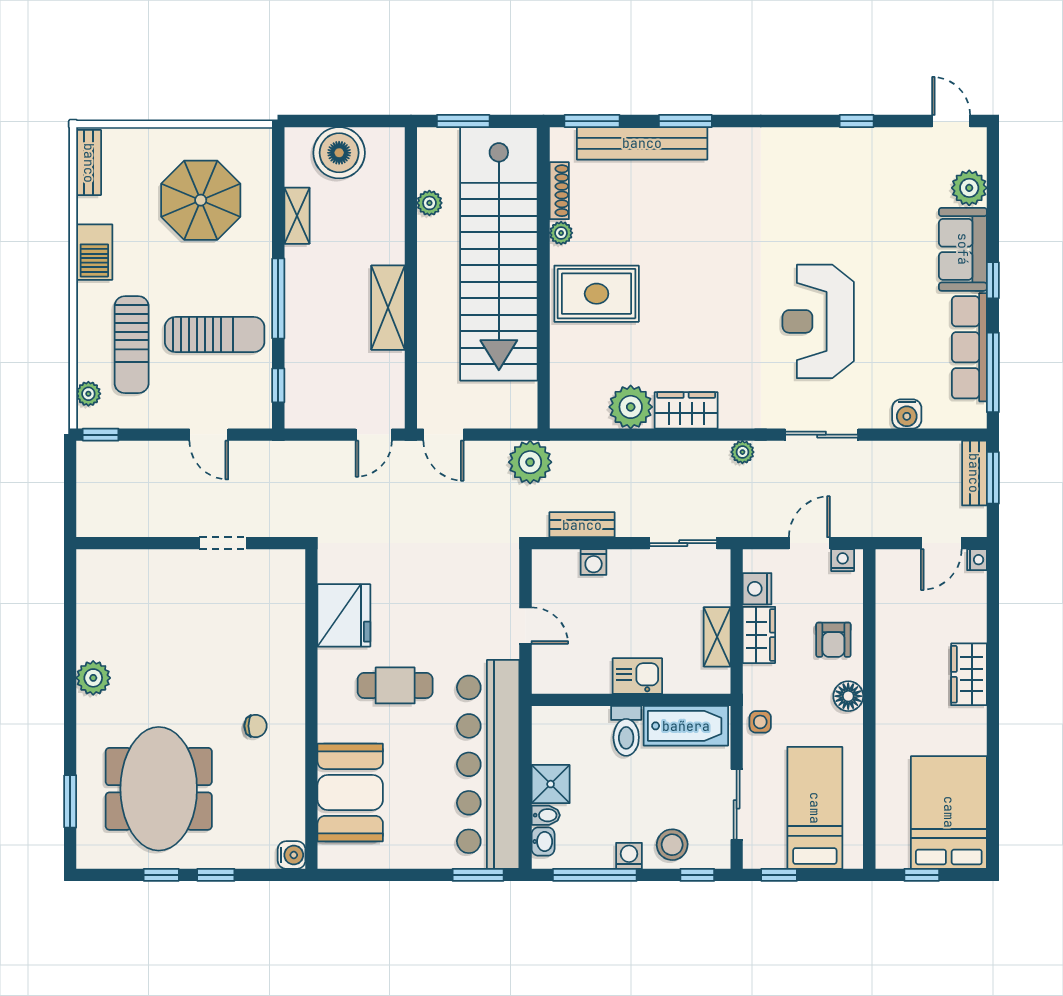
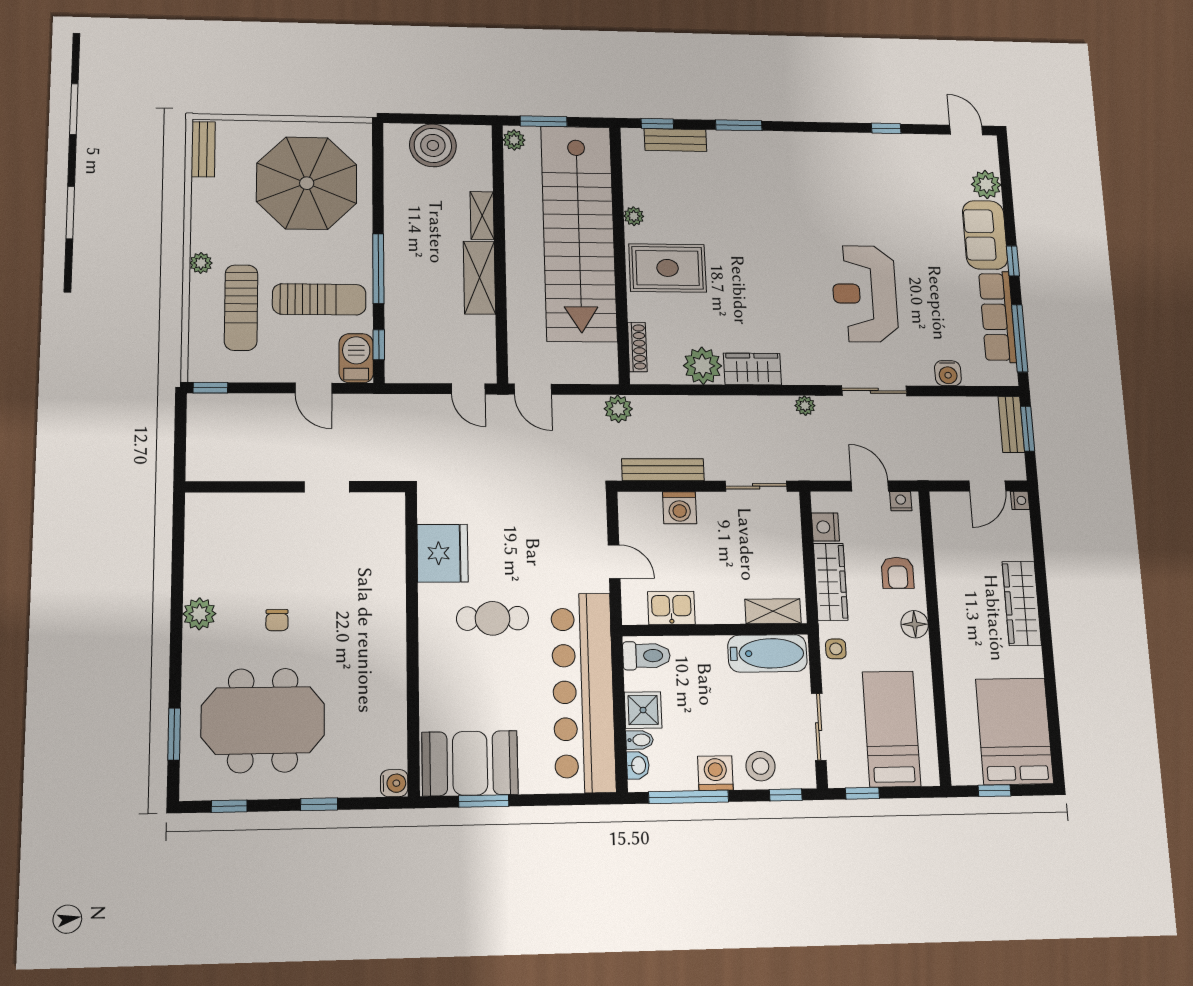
window: (592, 121) -> (657, 124), width x0.67
bench: (642, 143) -> (675, 140), width x0.54, depth x0.82
shoe rack: (559, 191) -> (637, 347), moved
parasol: (201, 200) -> (307, 183), width x1.36, depth x1.36
plant: (429, 203) -> (514, 140), moved
shelving: (297, 216) -> (482, 215), moved
barbecue: (94, 252) -> (356, 358), moved, turned 180
plant: (88, 394) -> (201, 263), moved
door: (374, 435) -> (468, 389), hinge flipped
plant: (530, 462) -> (618, 409), width x0.73, depth x0.73
bench: (582, 525) -> (663, 470), width x1.36
door: (809, 543) -> (870, 486), hinge flipped
washing machine: (594, 562) -> (680, 508), width x1.38, depth x1.38
wardrobe: (759, 635) -> (830, 582), width x1.50
shelving: (717, 637) -> (773, 611), moved, turned 90
wardrobe: (969, 674) -> (1022, 603), width x1.50
kitchen sink: (637, 676) -> (671, 608), moved
chair: (256, 726) -> (277, 620), moved, turned 90
toilet: (626, 731) -> (647, 656), moved, turned -90
meeting table: (159, 789) -> (263, 720), turned 90
booth: (350, 792) -> (470, 763), moved, turned 90
washing machine: (629, 856) -> (715, 773), width x1.38, depth x1.38
window: (161, 875) -> (229, 806), moved
window: (478, 875) -> (484, 801), moved

